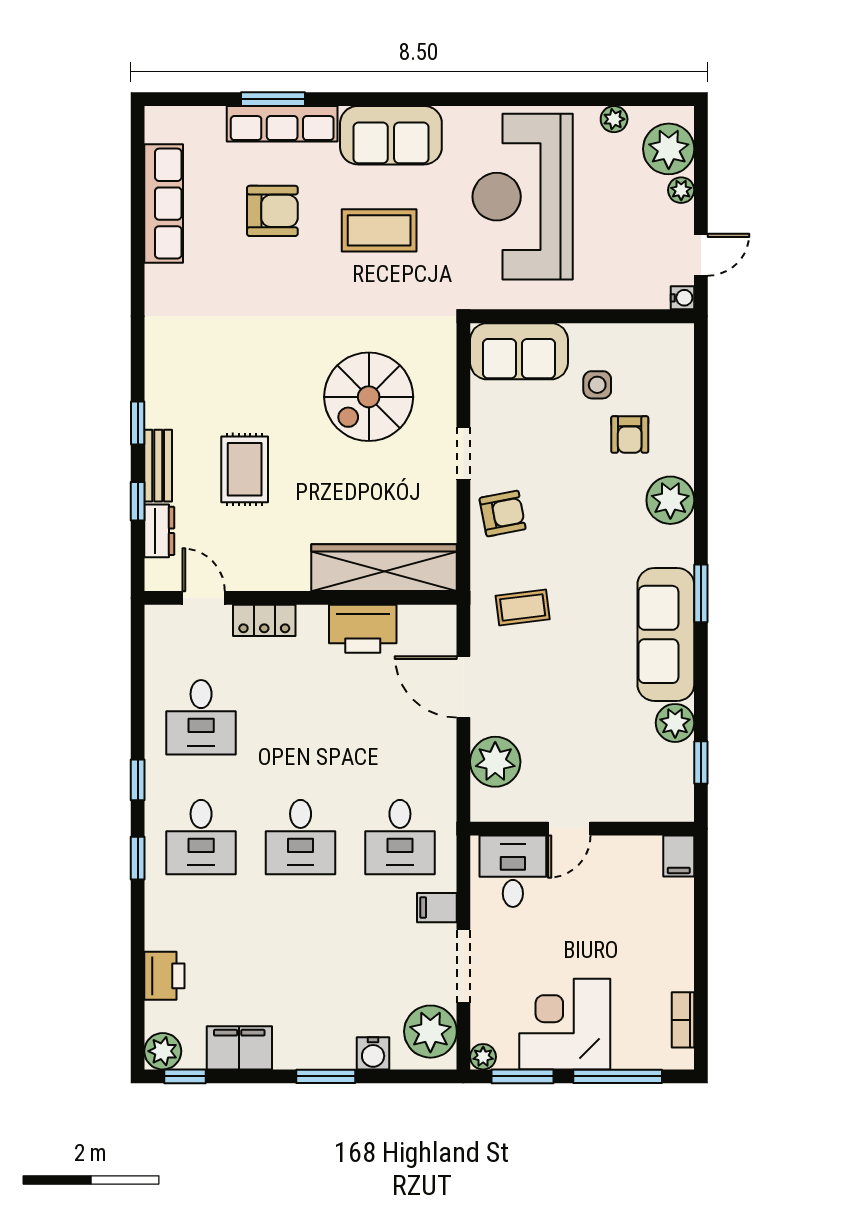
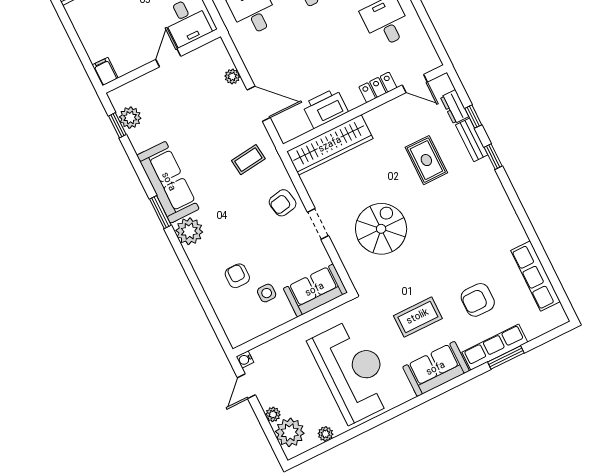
plant: (670, 500) -> (189, 231), moved
plant: (675, 723) -> (130, 118), moved
plant: (495, 762) -> (232, 76), width x0.53, depth x0.53

